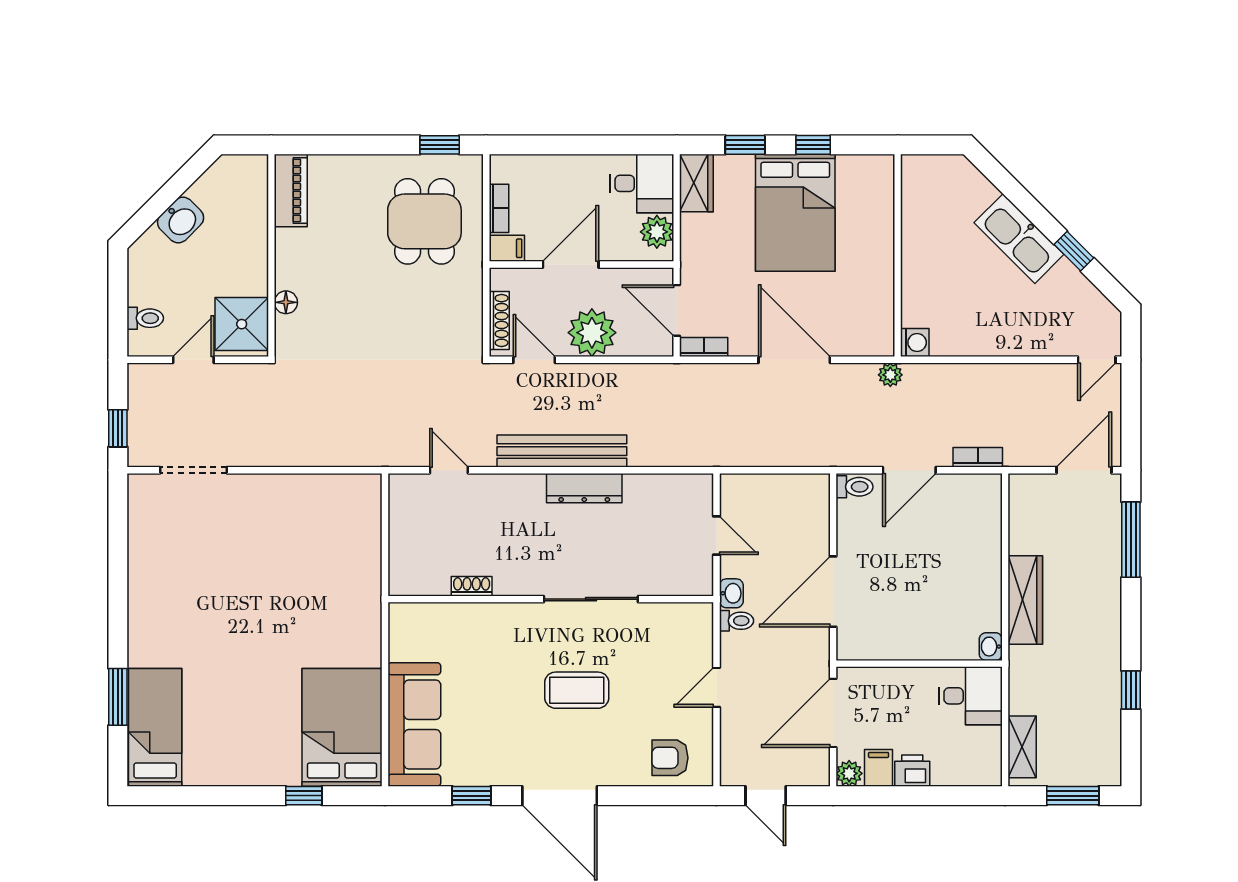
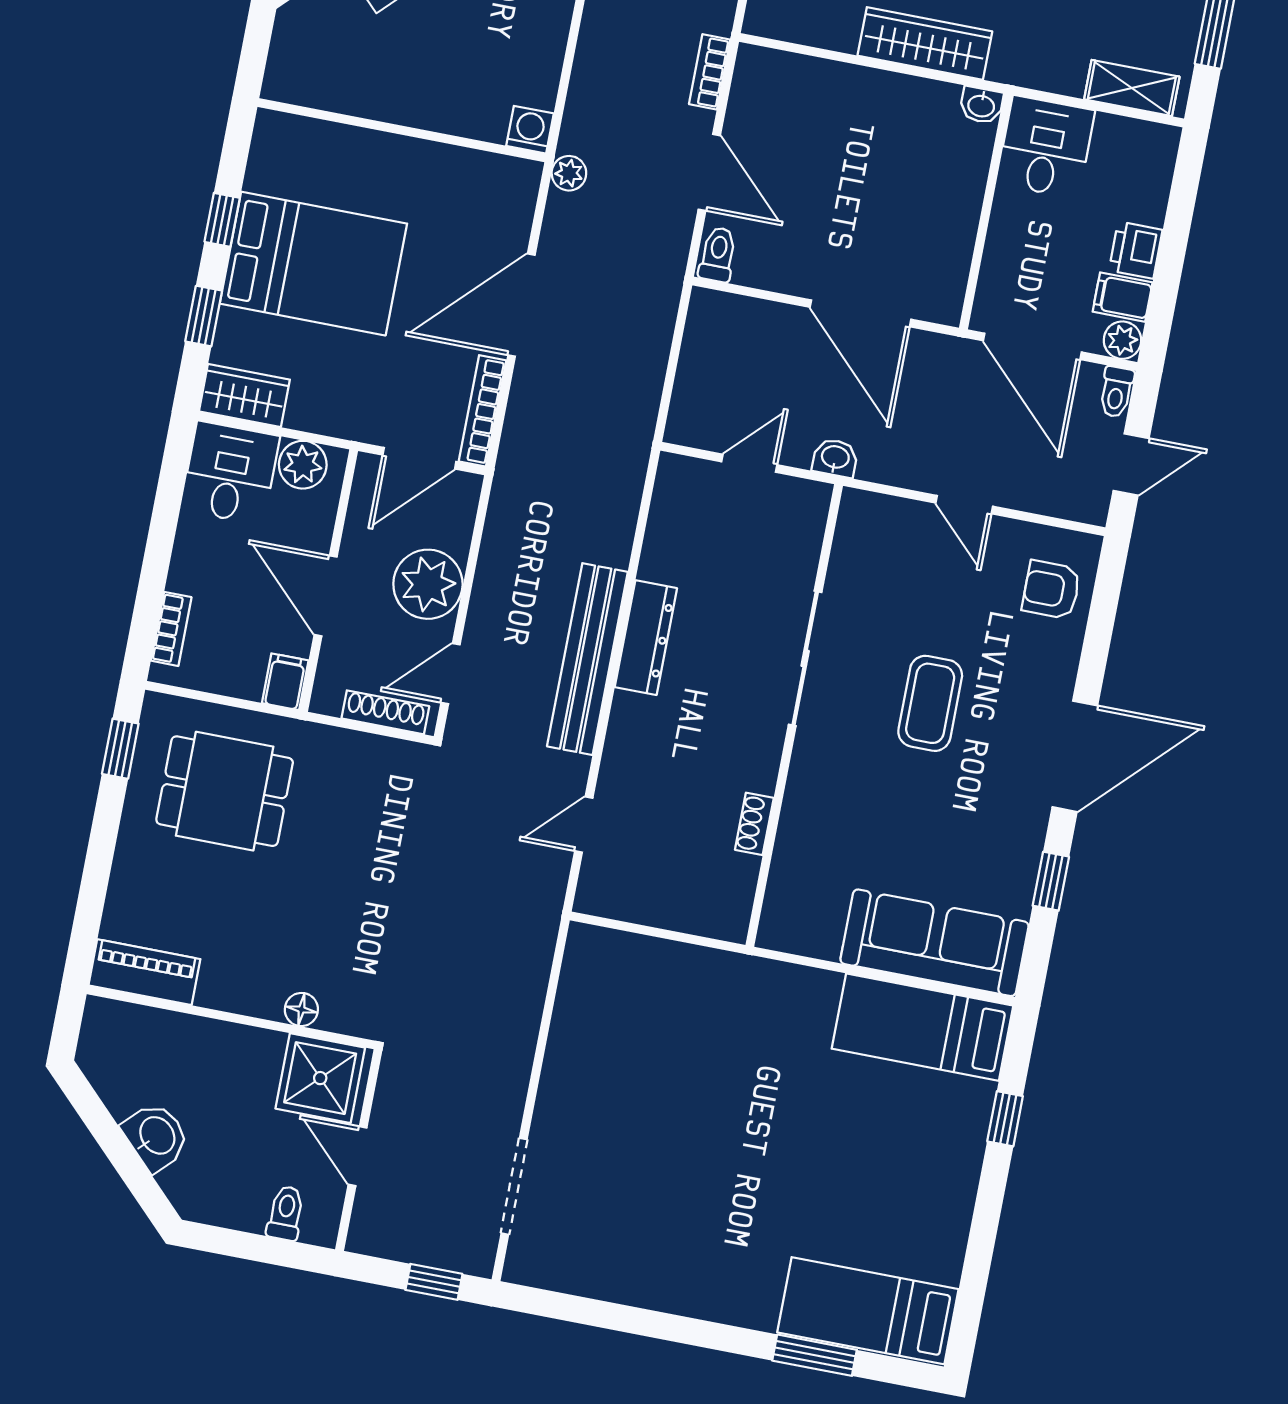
bookcase: (499, 208) -> (171, 629), moved, turned 90
bookcase: (704, 347) -> (482, 411), width x1.56
toilet: (736, 621) -> (1116, 392), moved, turned 180
bed: (342, 727) -> (922, 1027), width x0.67
armchair: (670, 758) -> (1051, 590), turned 90

